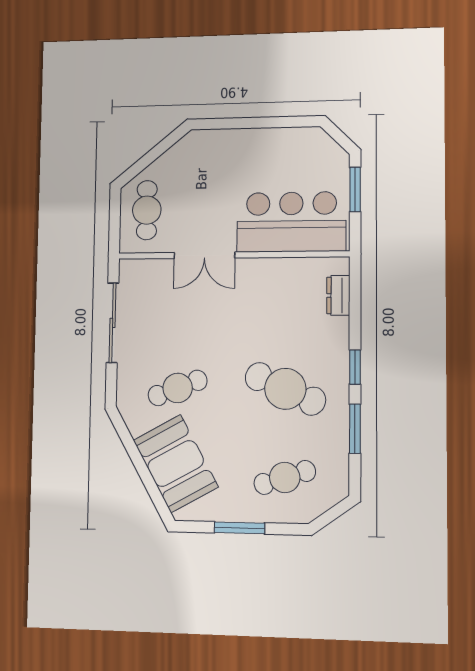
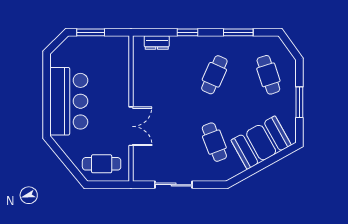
bar counter: (291, 222) -> (69, 101), moved, turned 180
sliding door: (112, 323) -> (174, 185), width x0.73
window: (355, 367) -> (187, 32), moved
cafe table: (285, 389) -> (214, 75), width x0.73, depth x0.74

